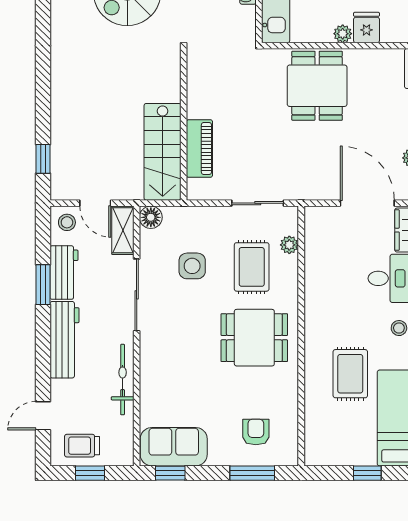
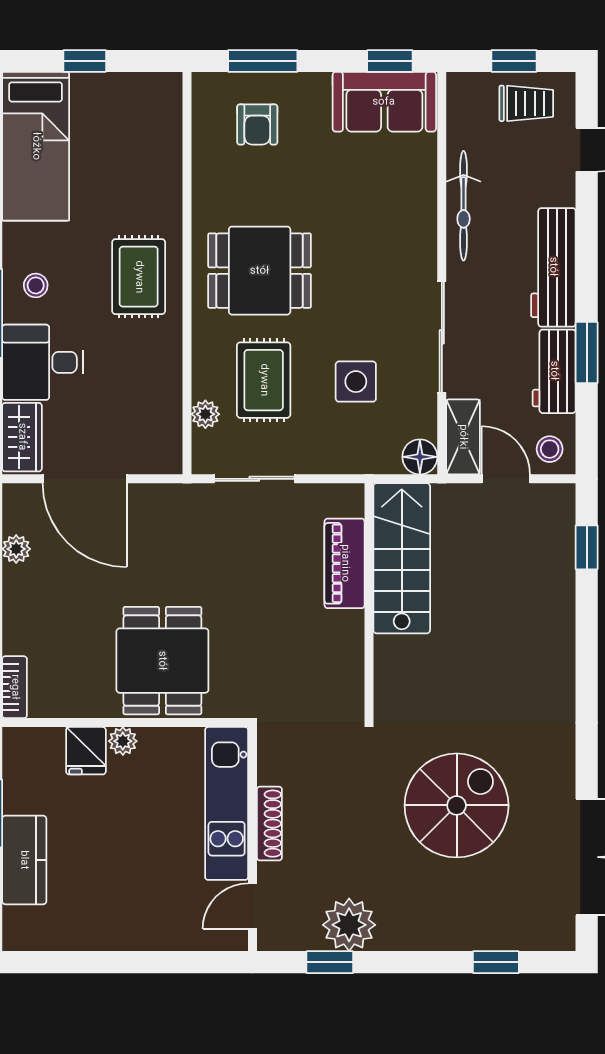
rug: (350, 374) -> (139, 277), moved

